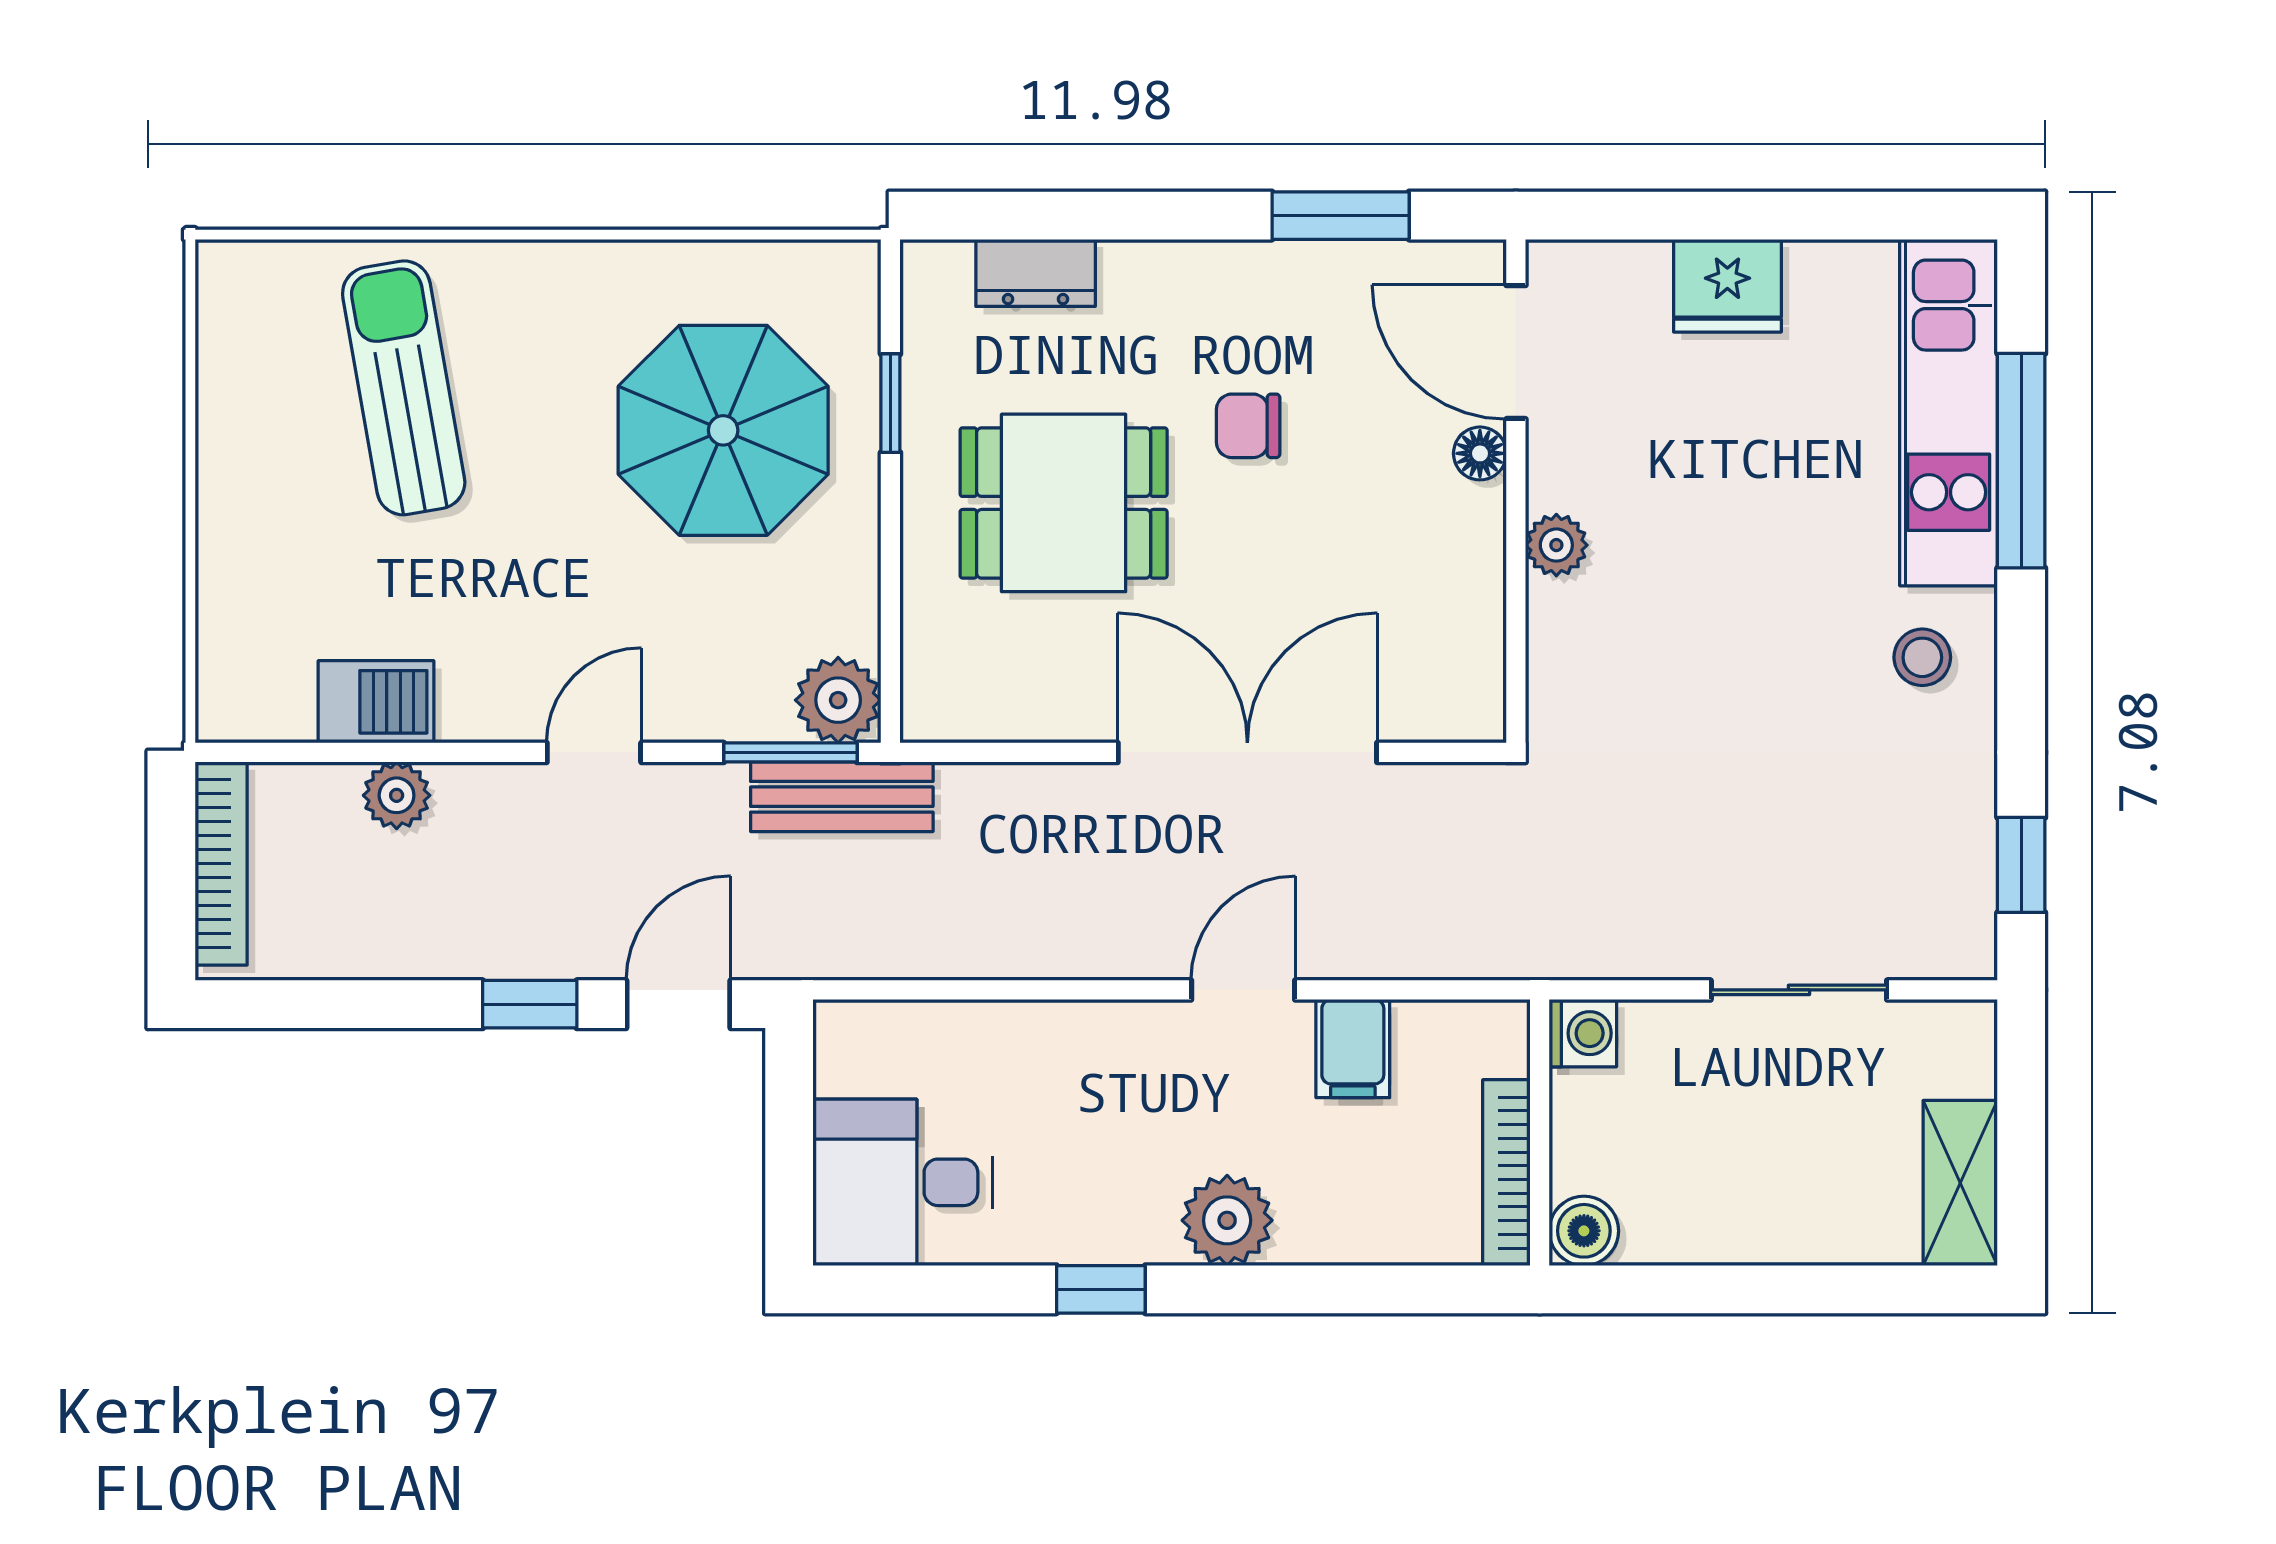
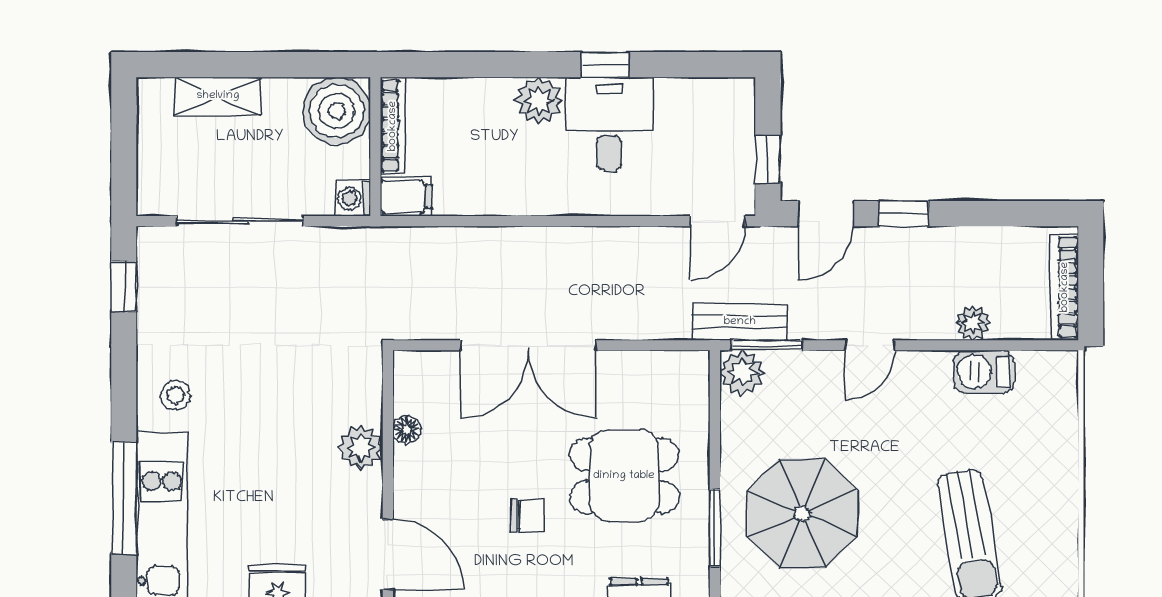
window: (890, 403) -> (715, 528), width x1.50
floor lamp: (1480, 453) -> (407, 430), moved
plant: (1556, 545) -> (361, 448), width x1.38, depth x1.38
door: (1243, 990) -> (718, 221), moved
sliding door: (1799, 990) -> (240, 221), width x1.37
filing cabinet: (1353, 1049) -> (406, 197), moved, turned 90
window: (789, 1108) -> (768, 159), added
desk: (902, 1182) -> (609, 124), moved, turned -90
shelving: (1960, 1183) -> (218, 96), moved, turned 90
boiler: (1584, 1231) -> (337, 111), width x1.86, depth x1.86

